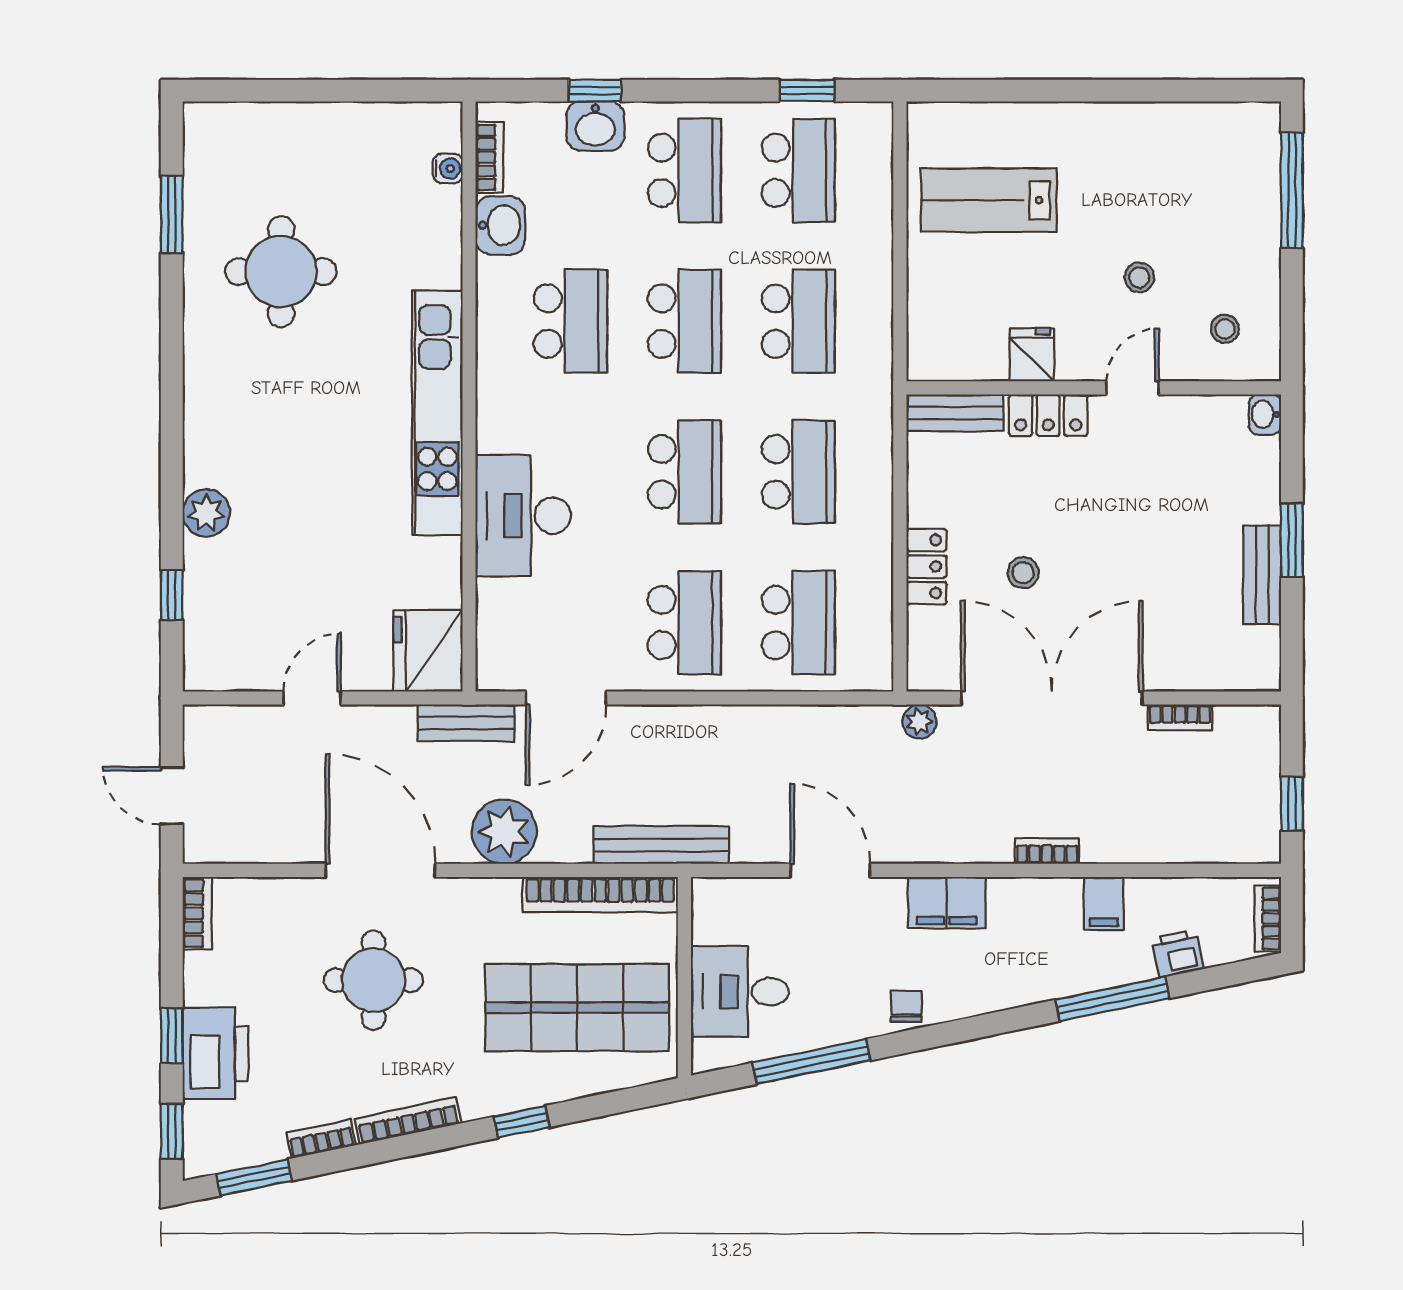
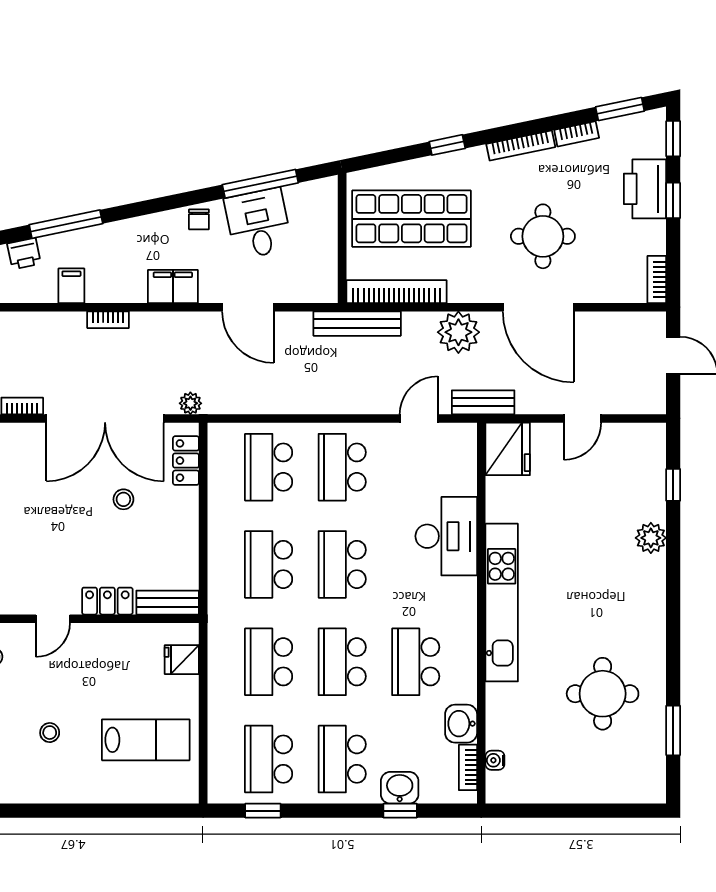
stool: (1139, 277) -> (50, 733), moved
fridge: (1032, 355) -> (182, 660), moved, turned 90
locker: (926, 567) -> (186, 461), moved
door: (566, 698) -> (419, 418), width x0.73
desk: (740, 992) -> (258, 224), moved, turned -102

